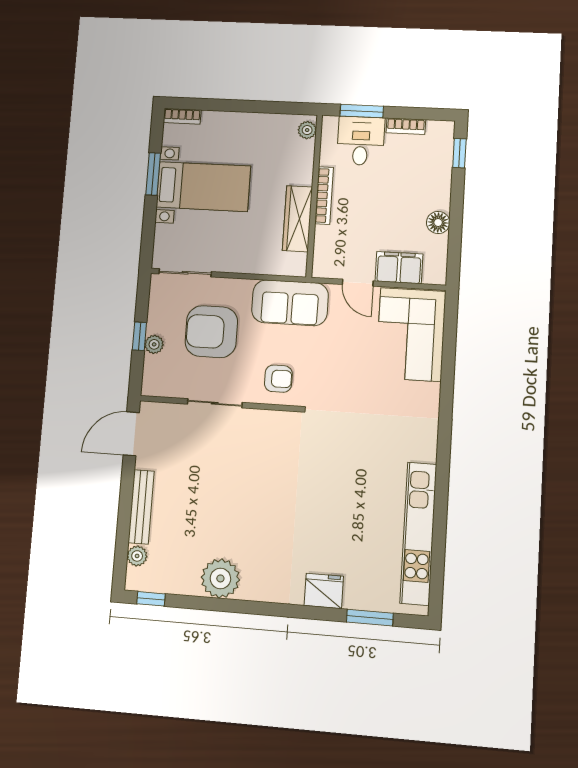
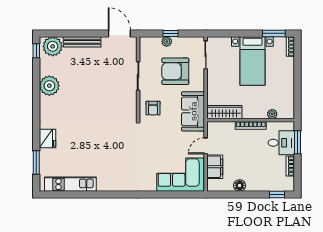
plant: (307, 130) -> (272, 114), moved
window: (153, 174) -> (274, 33), moved
wardrobe: (297, 219) -> (224, 112), moved
armchair: (211, 332) -> (175, 71), turned -90
kitchen unit: (418, 533) -> (70, 184), width x0.73
plant: (137, 556) -> (53, 46), width x1.87, depth x1.87

